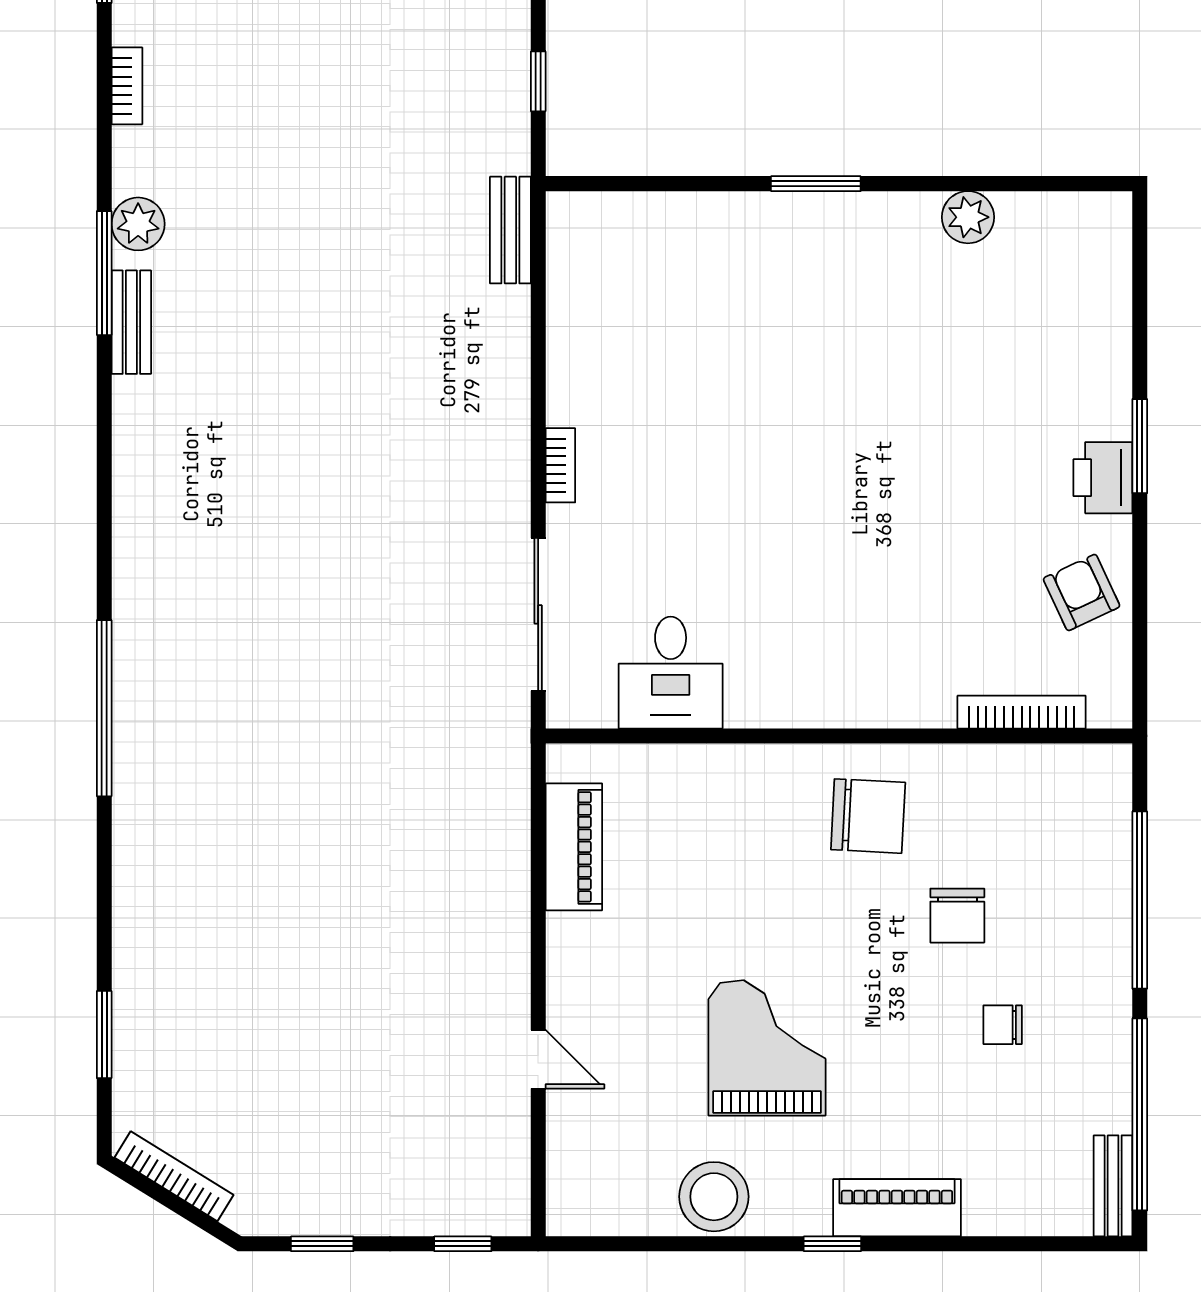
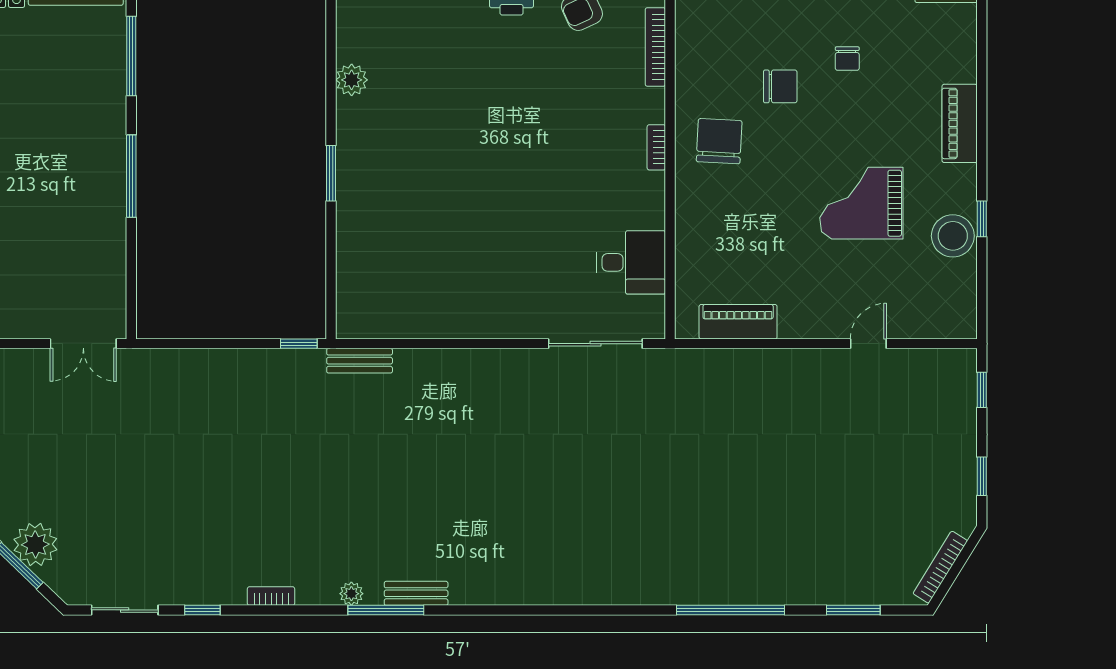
window: (538, 81) -> (299, 344), moved
plant: (138, 224) -> (351, 594), width x0.73, depth x0.73
bookcase: (560, 465) -> (656, 147), moved, turned -90
window: (104, 708) -> (731, 610), moved
window: (832, 1244) -> (982, 219), moved

